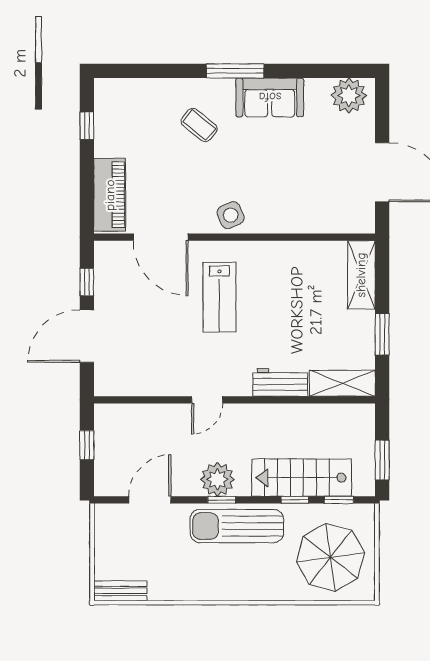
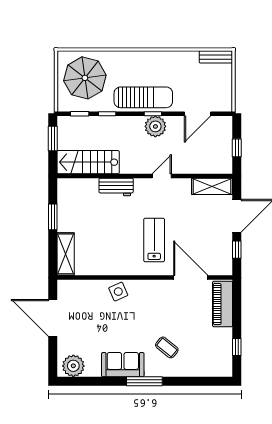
side table: (231, 215) -> (118, 292), moved
shelving: (342, 383) -> (212, 186), moved
stairs: (302, 478) -> (88, 162), moved, turned 180

